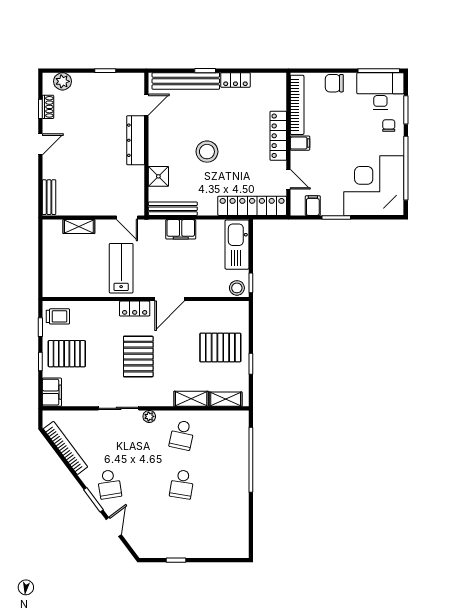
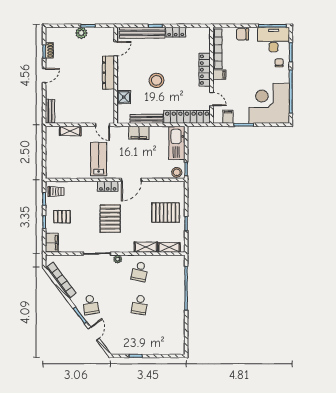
plant: (62, 81) -> (81, 33), moved
bench: (173, 209) -> (146, 119), moved
pallet: (67, 354) -> (62, 217), width x0.67, depth x0.71

